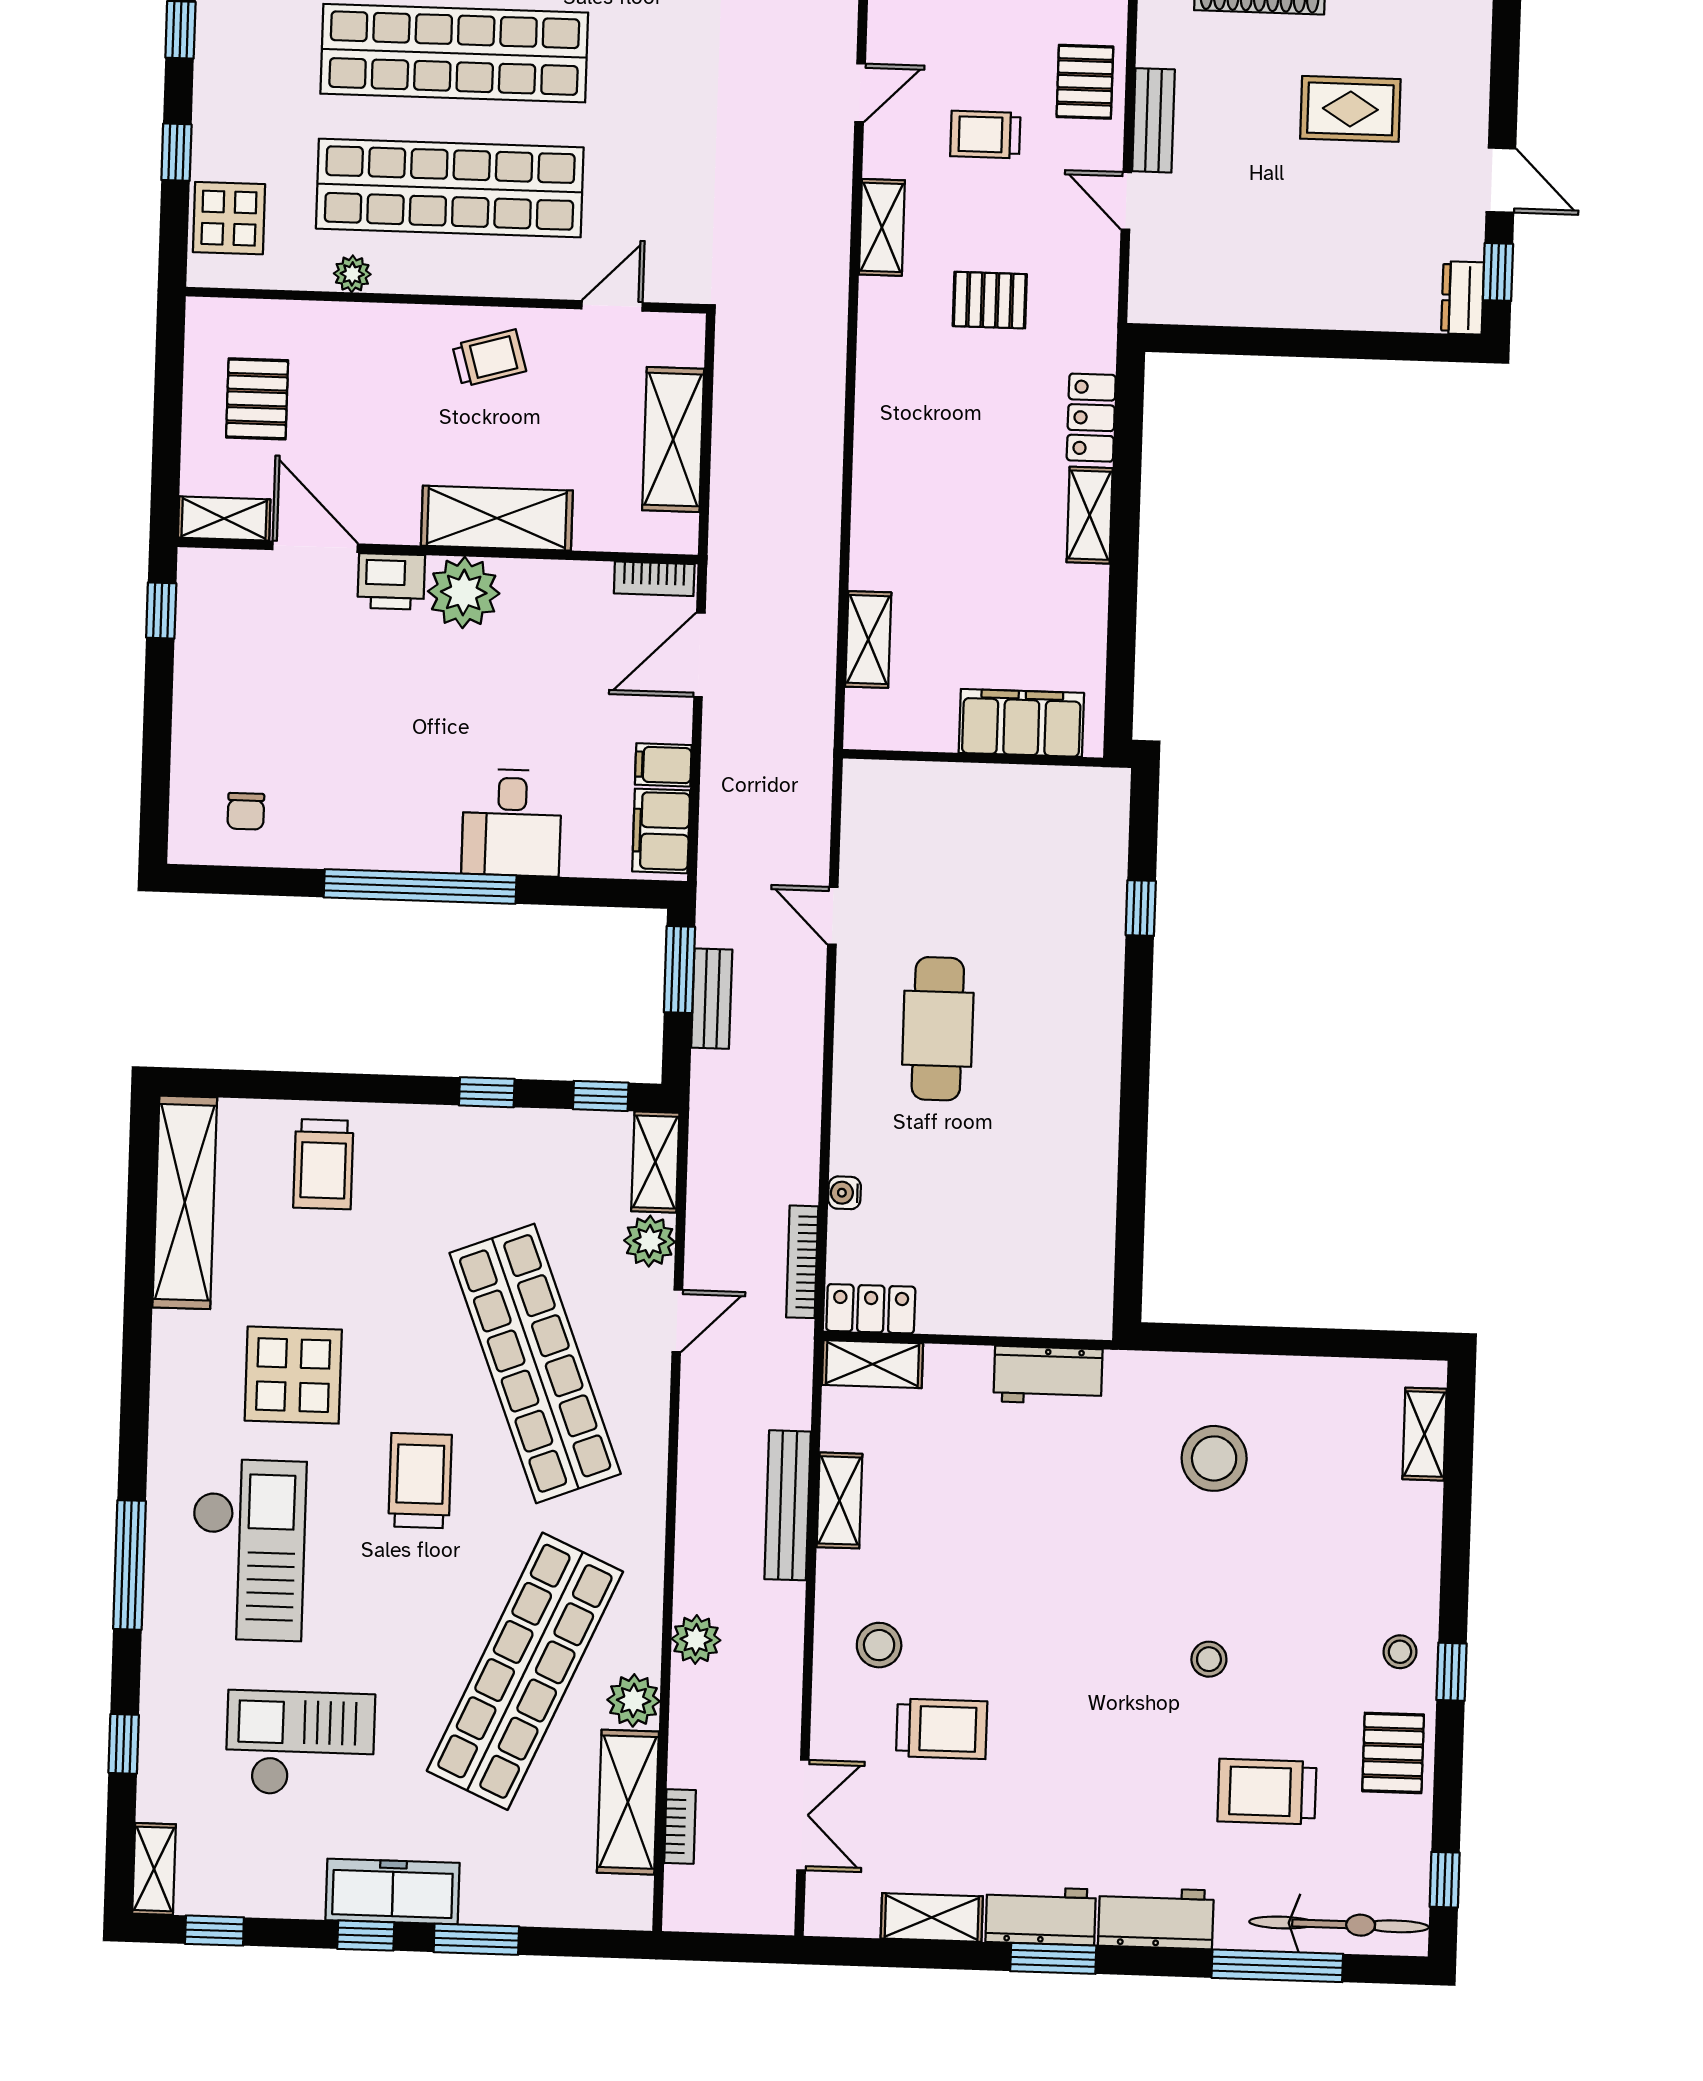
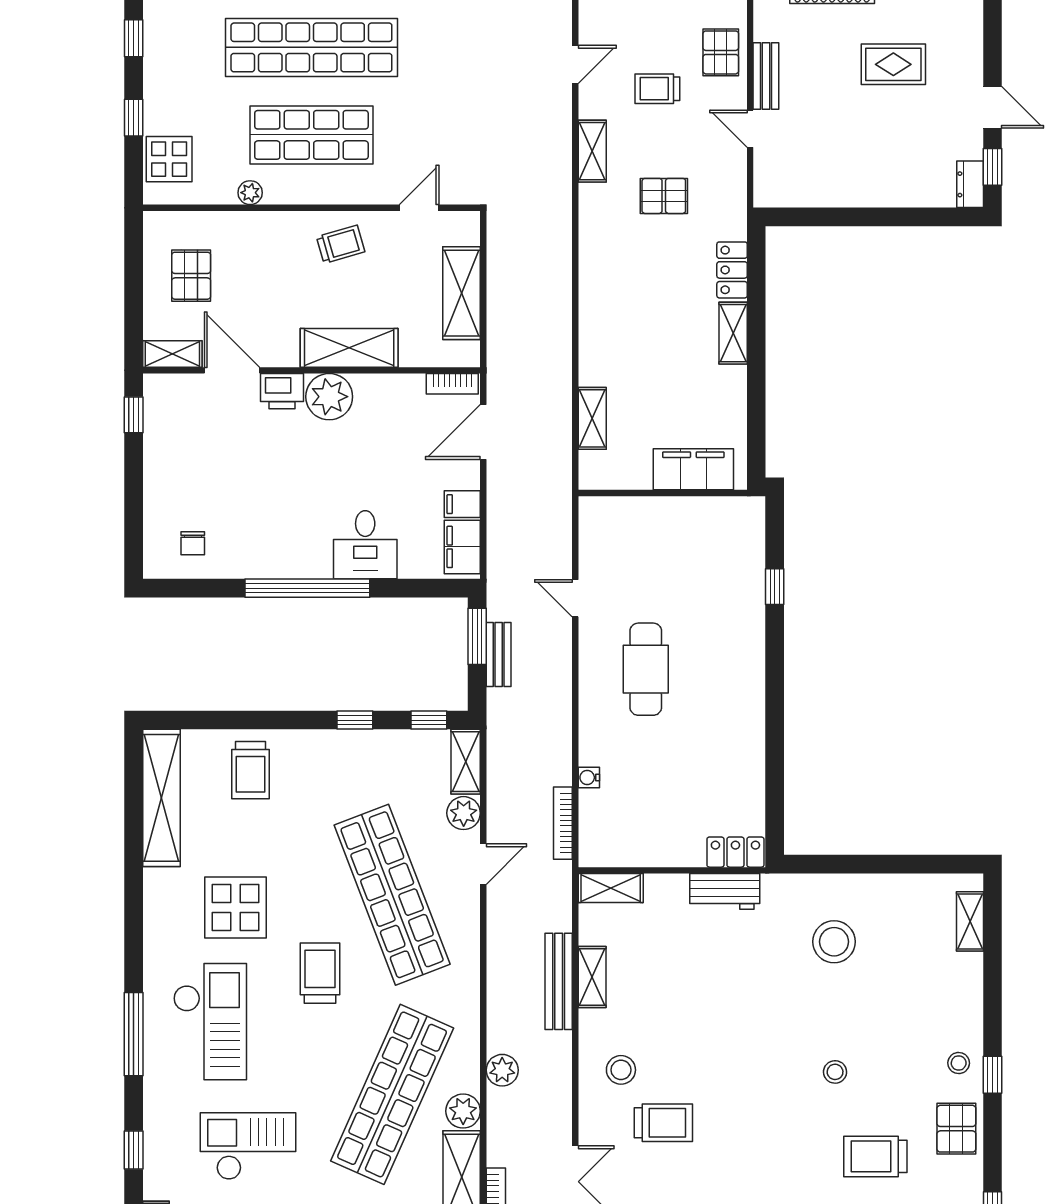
shop shelf: (450, 188) -> (311, 135), width x0.71
locker: (871, 1309) -> (735, 852), moved

